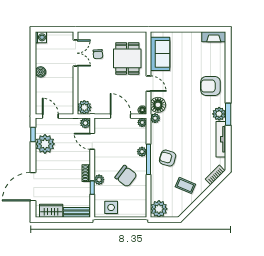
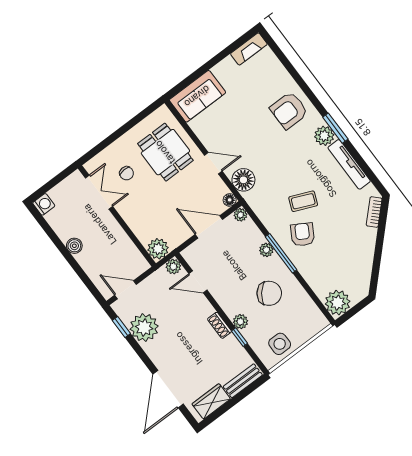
sofa: (160, 54) -> (197, 96), moved, turned 90
plant: (155, 118) -> (252, 198), removed
armchair: (168, 158) -> (302, 234), turned 104
coffee table: (185, 185) -> (303, 201), moved

